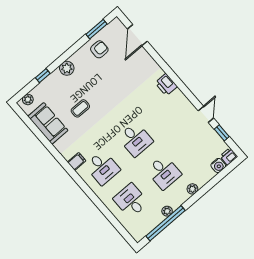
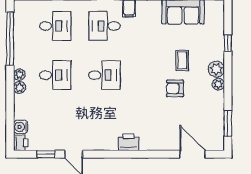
armchair: (99, 49) -> (175, 88), moved, turned 90
plant: (28, 99) -> (218, 84), moved
coffee table: (80, 108) -> (182, 60), moved
desk: (135, 139) -> (104, 75), turned 180
desk: (164, 172) -> (55, 75), turned 180
plant: (167, 211) -> (19, 75), moved

